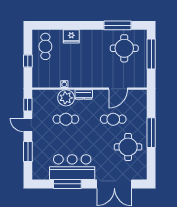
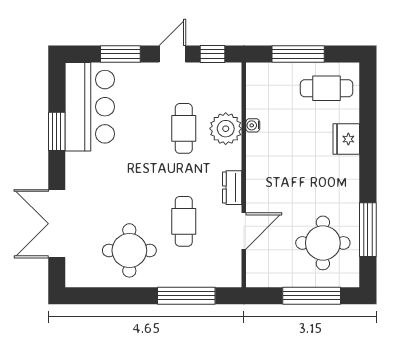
window: (28, 61) -> (298, 54), width x2.17
door: (118, 89) -> (244, 231), swing flipped
dresser: (84, 95) -> (232, 188), moved
window: (151, 133) -> (186, 296), moved
bar counter: (72, 167) -> (90, 107), moved
window: (67, 184) -> (57, 131), width x0.69

